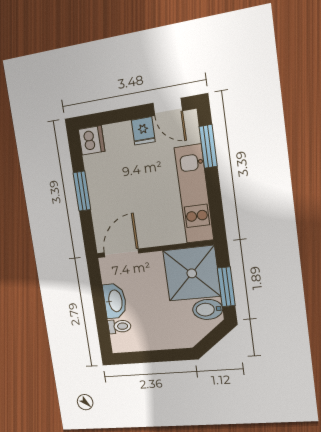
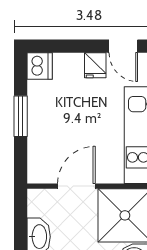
door: (121, 253) -> (76, 186), moved

